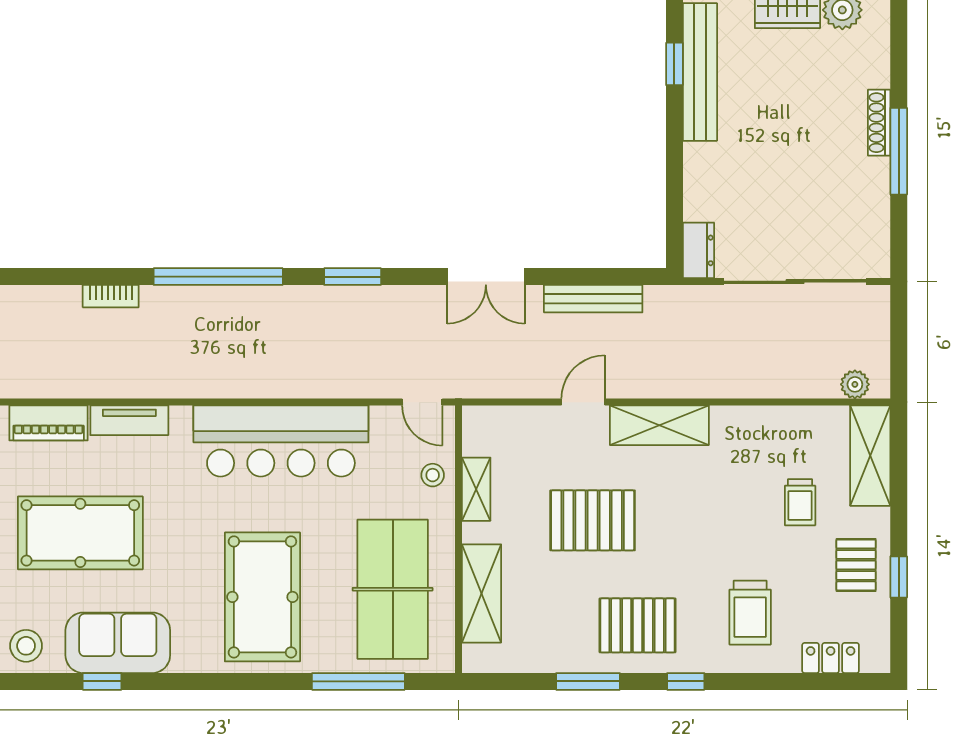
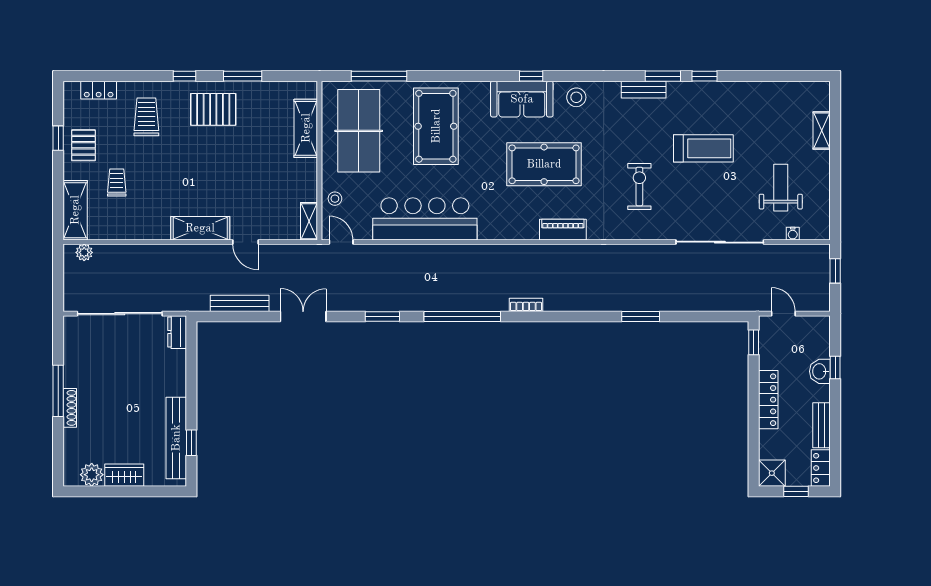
door: (583, 402) -> (246, 242), hinge flipped
tv unit: (129, 420) -> (515, 231), removed
shelving: (476, 489) -> (309, 221), moved
pallet: (593, 520) -> (240, 172), removed

